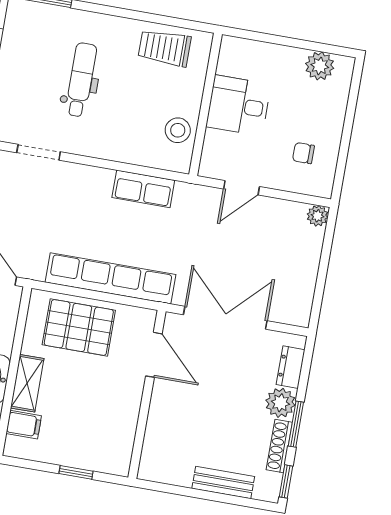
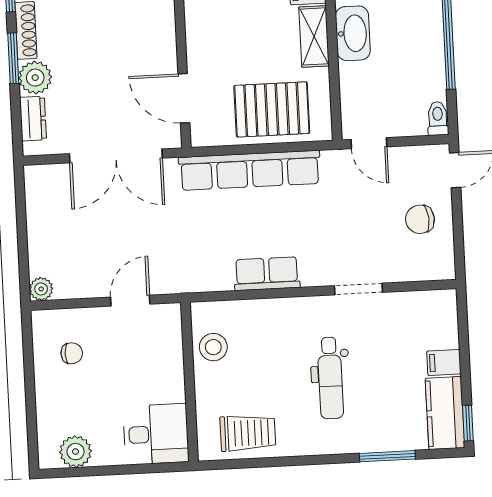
desk: (238, 105) -> (156, 434), moved
row of seats: (143, 189) -> (267, 274), moved

